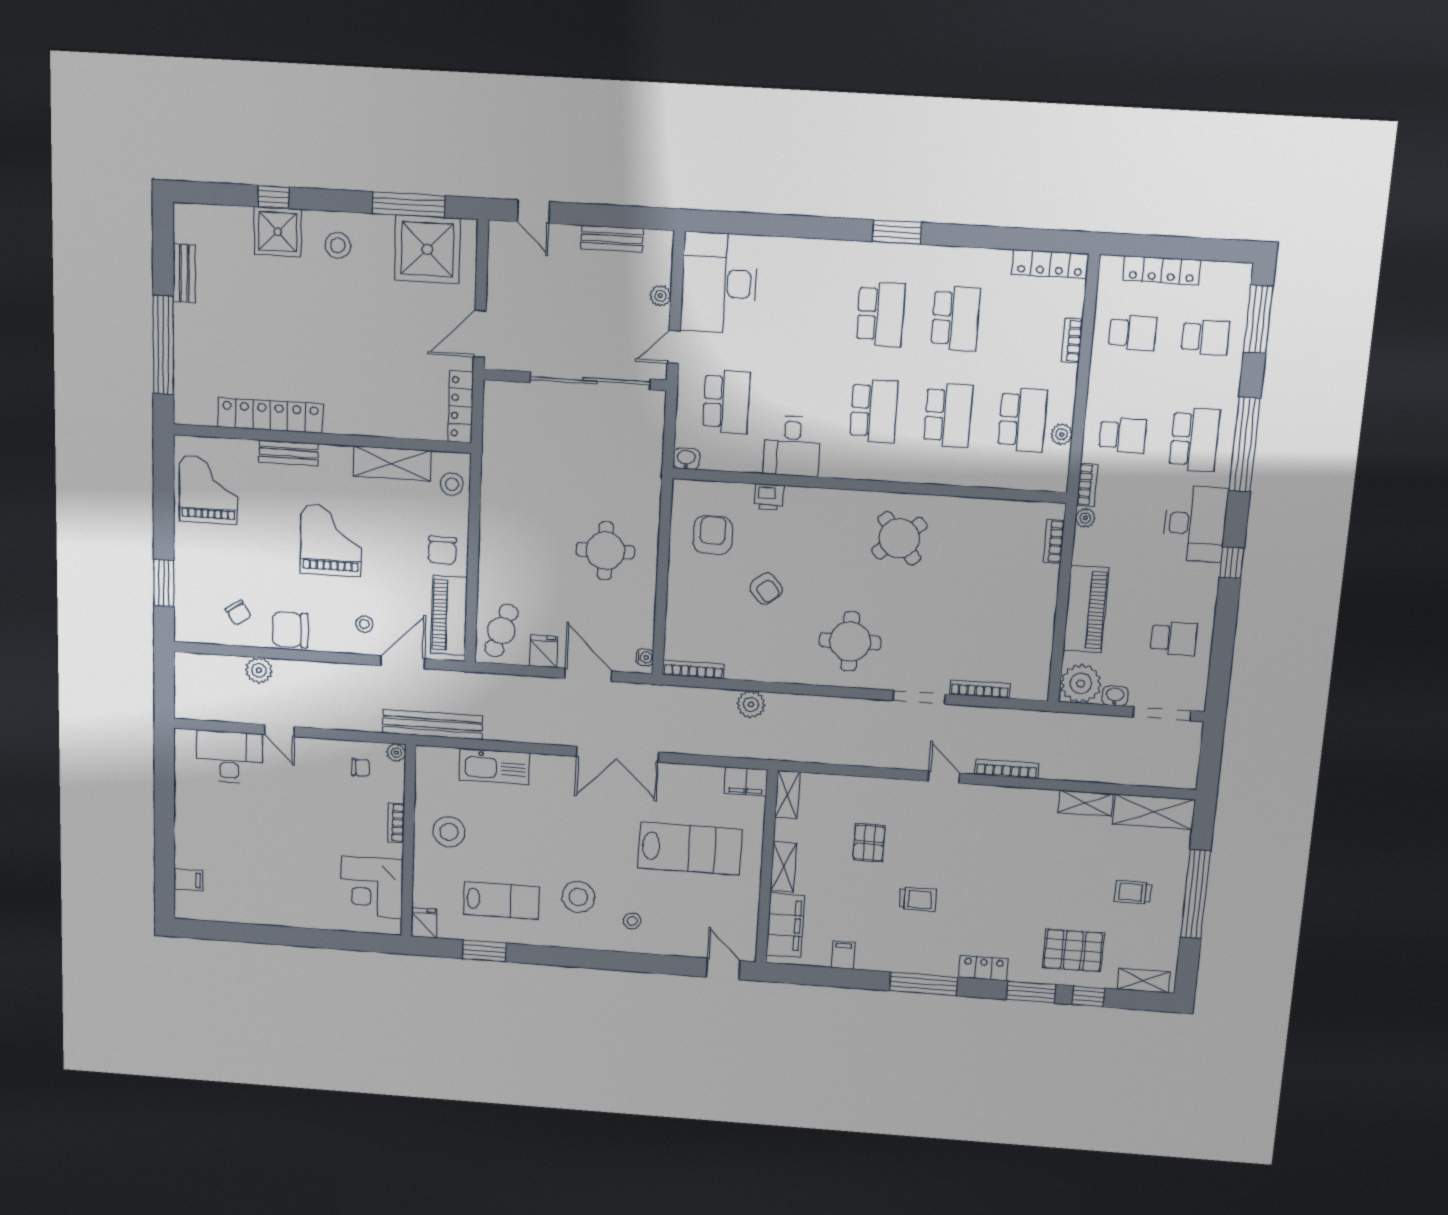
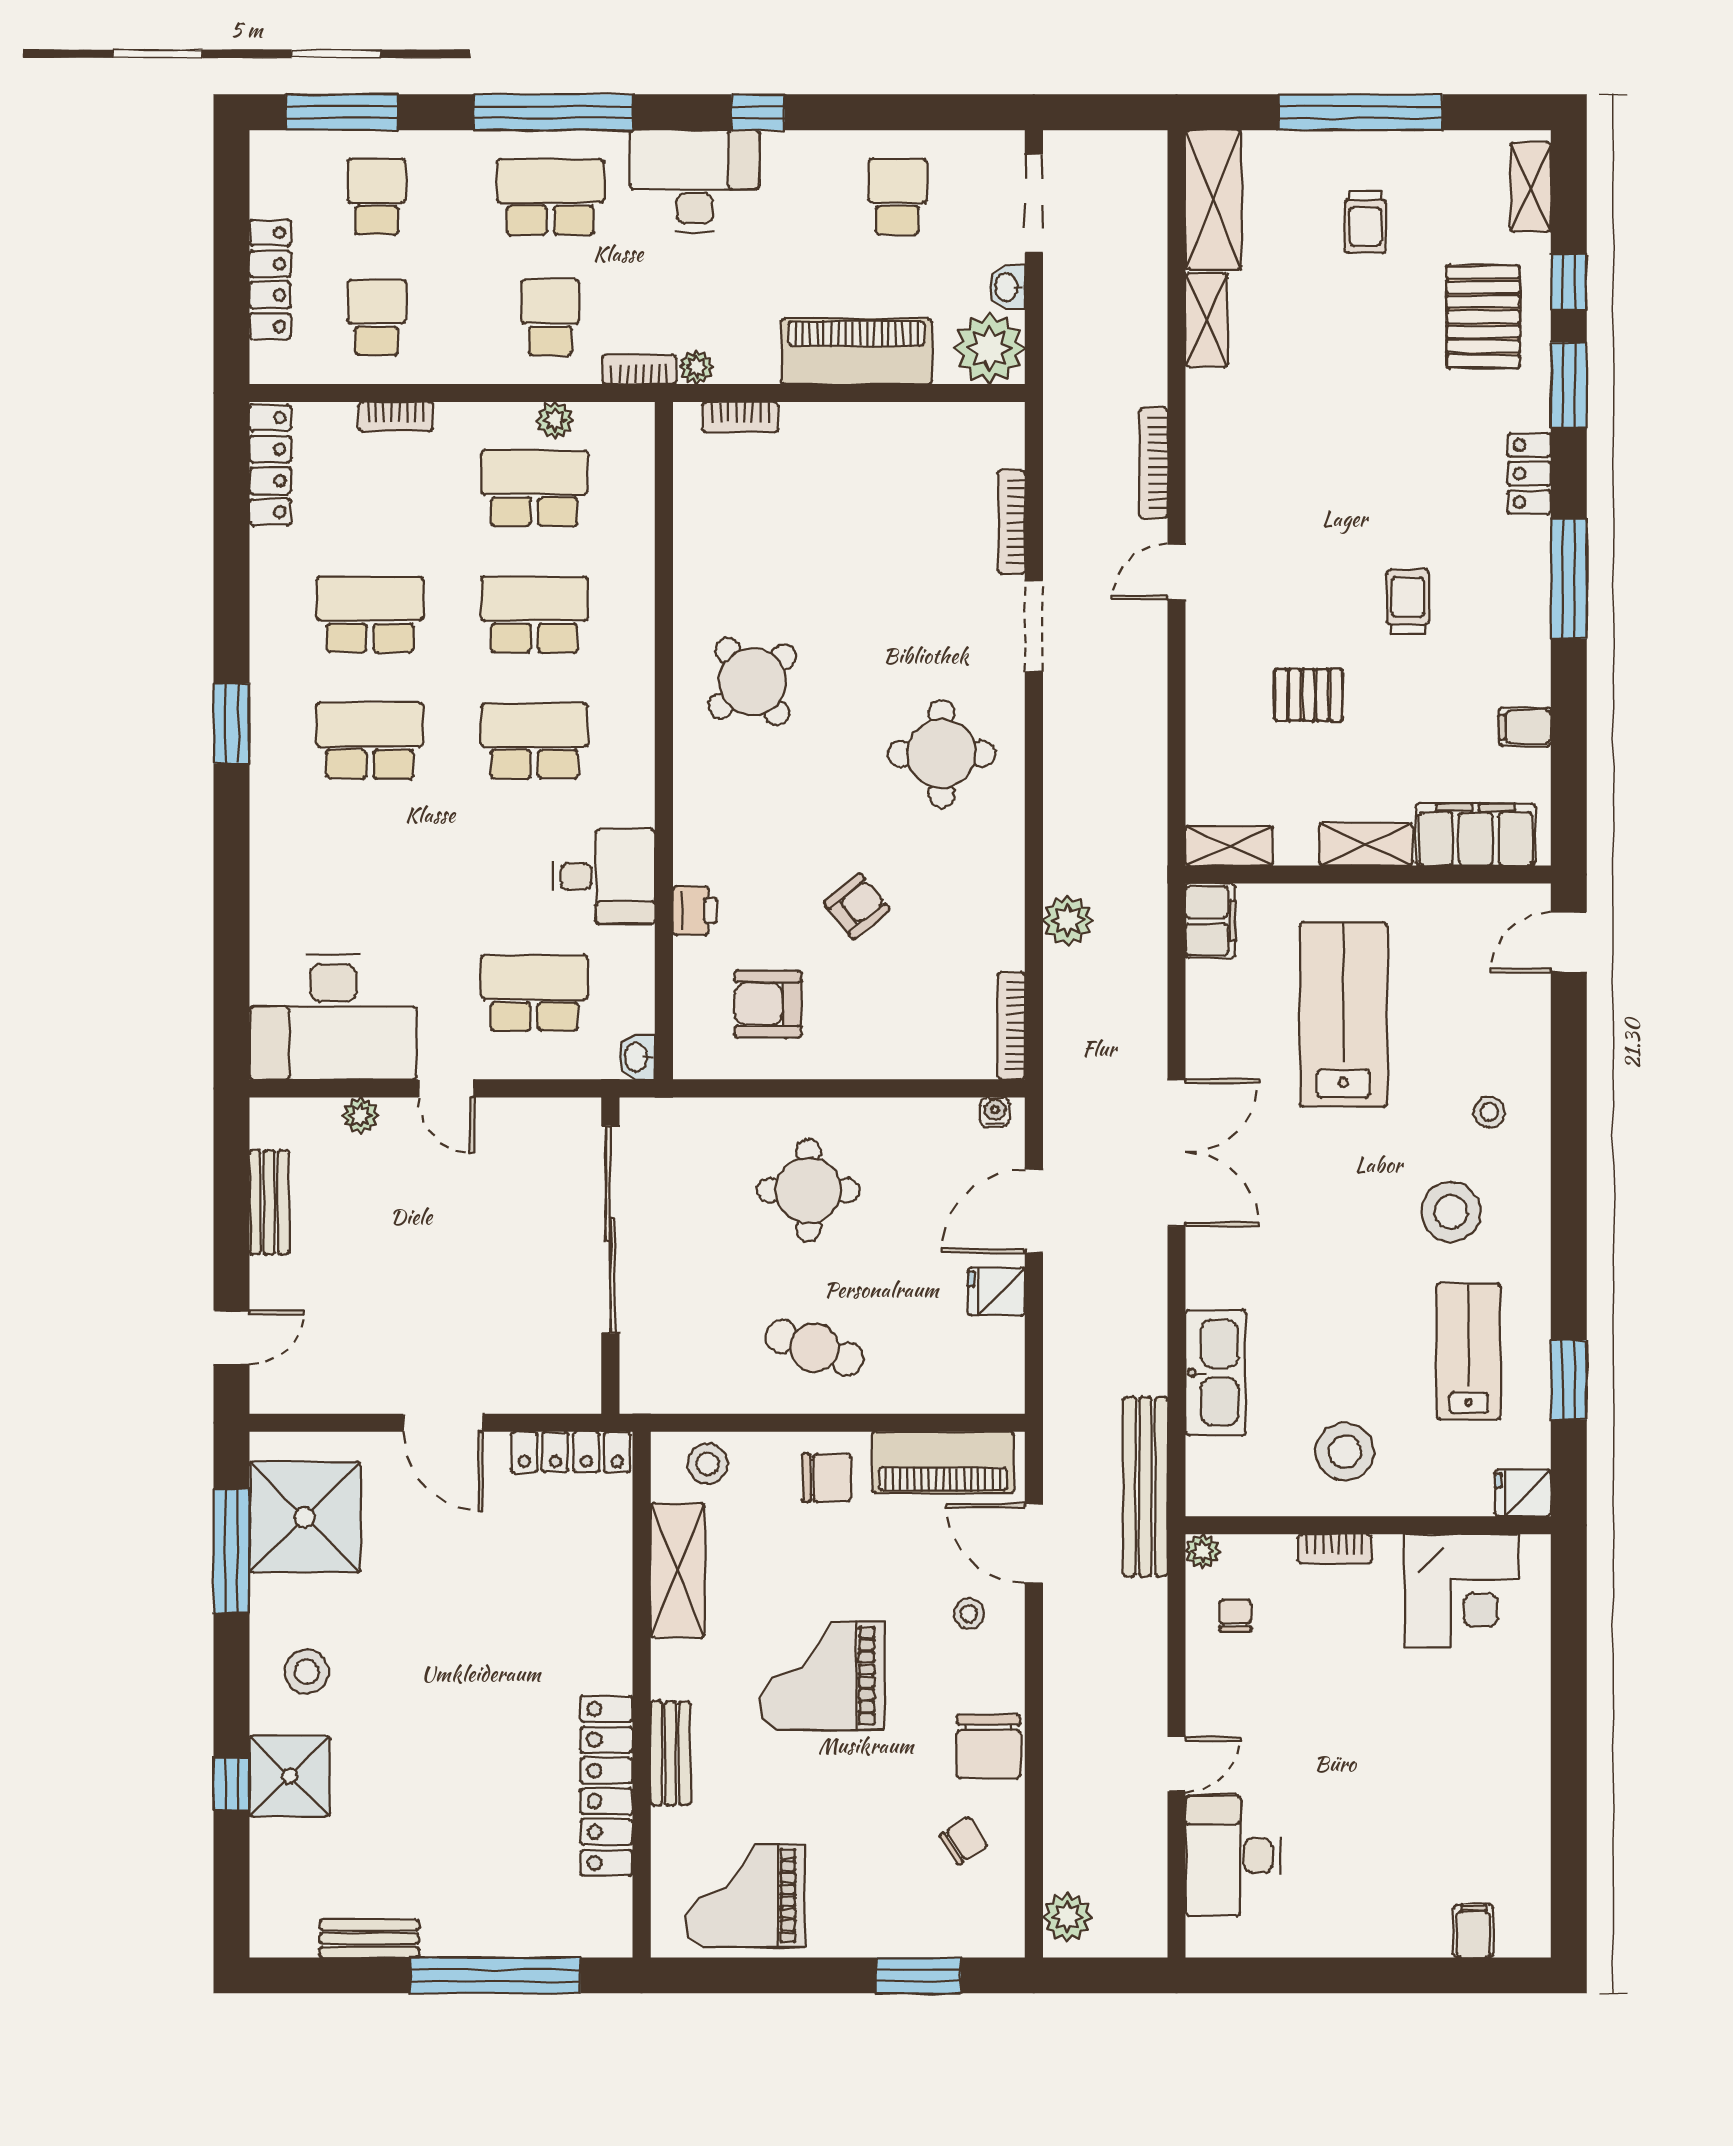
wall: (575, 380) -> (610, 1256), moved
sliding door: (590, 381) -> (610, 1229), moved
cafe table: (501, 631) -> (814, 1348), moved
plant: (259, 670) -> (1067, 1917), moved

